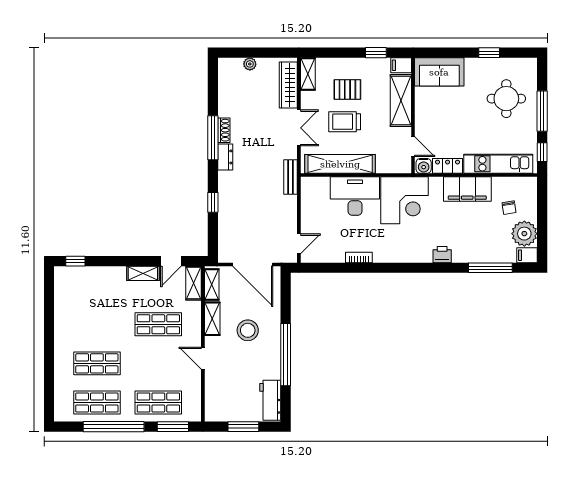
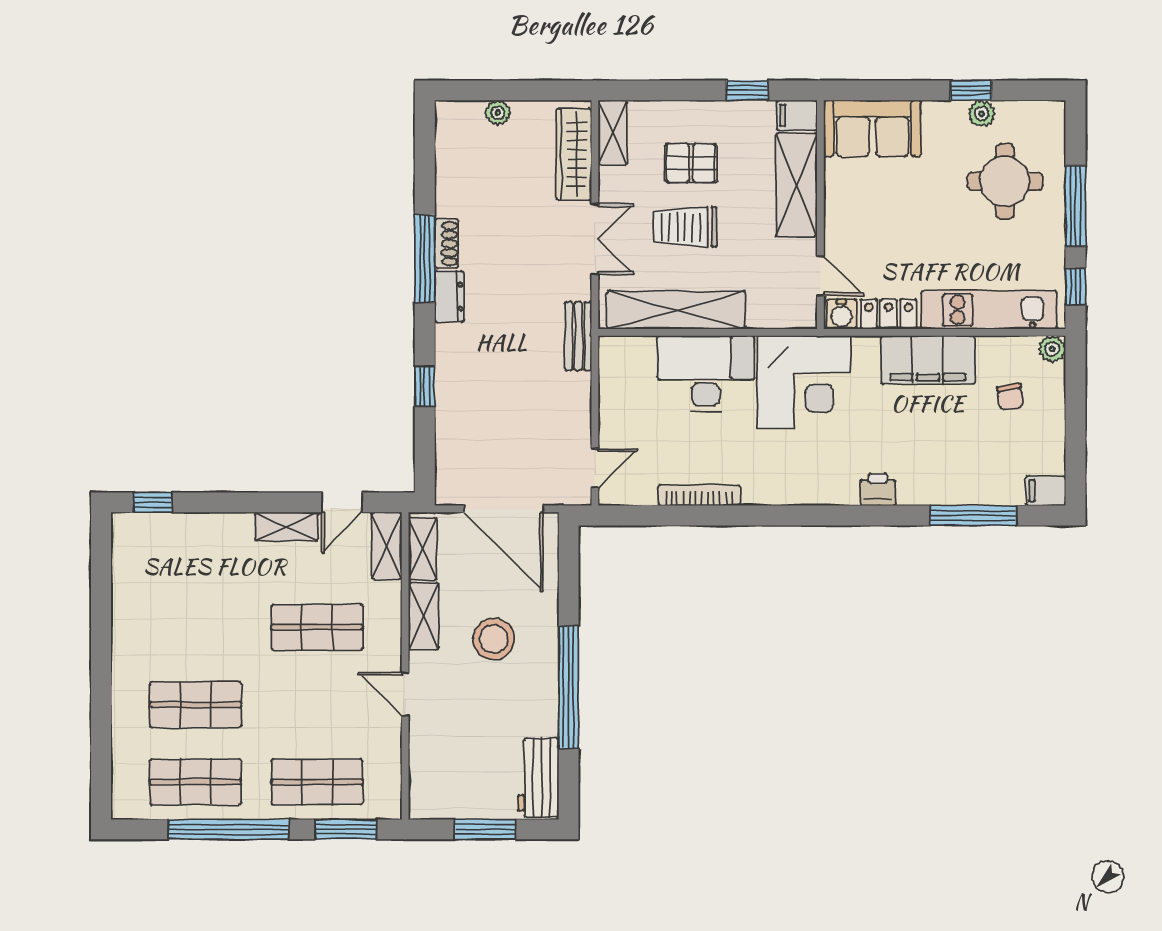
plant: (495, 64) -> (982, 114), added
plant: (524, 234) -> (1052, 349), moved, width x0.53, depth x0.53
bookcase: (359, 257) -> (699, 495), width x1.56

